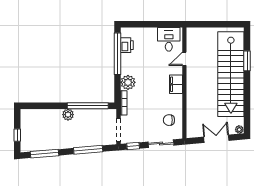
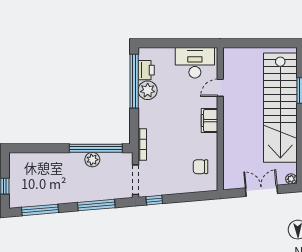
desk: (169, 39) -> (195, 63), width x1.37
plant: (128, 82) -> (148, 90), moved
plant: (68, 115) -> (92, 160), moved
sliding door: (161, 144) -> (190, 197), removed

